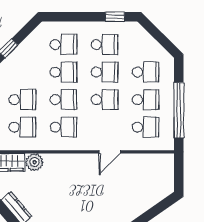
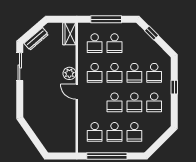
window: (115, 17) -> (174, 87), moved
door: (110, 152) -> (77, 92), moved
plant: (34, 162) -> (69, 73), moved

